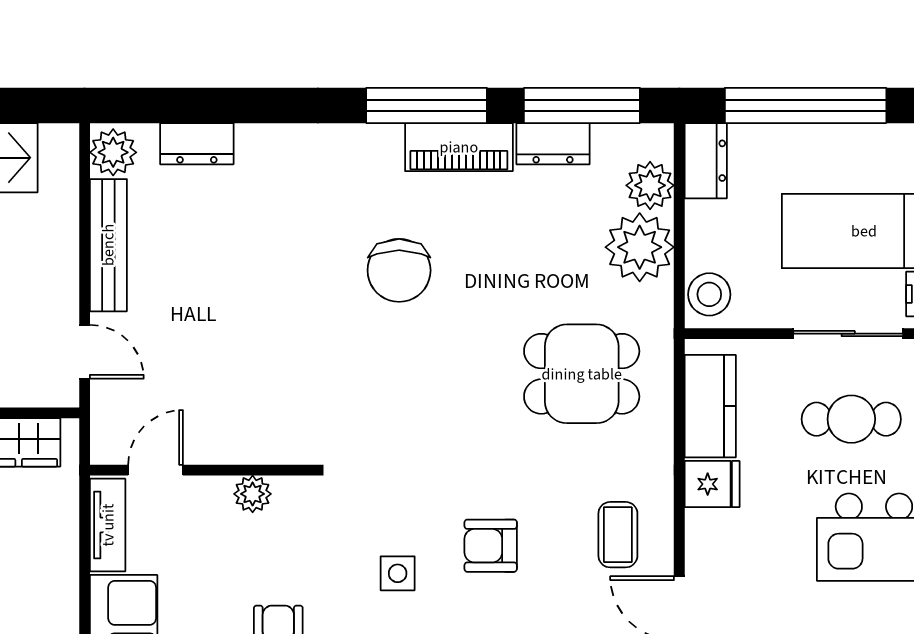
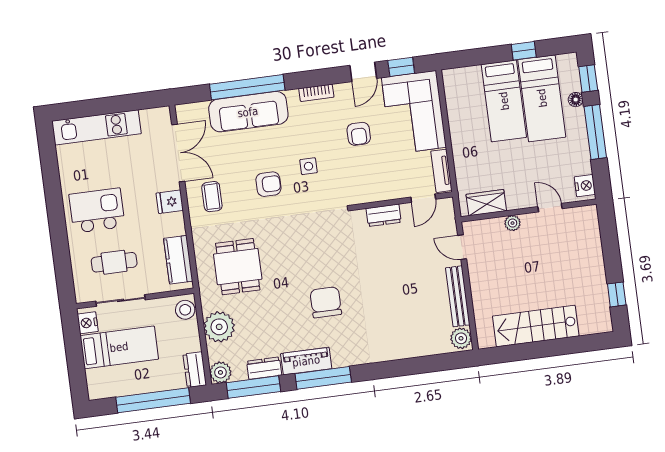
dresser: (197, 144) -> (384, 215), moved, turned 180
plant: (650, 185) -> (220, 372), moved
dining table: (582, 374) -> (238, 267), turned 90
fridge: (712, 484) -> (170, 202), moved
plant: (253, 494) -> (378, 193), removed

